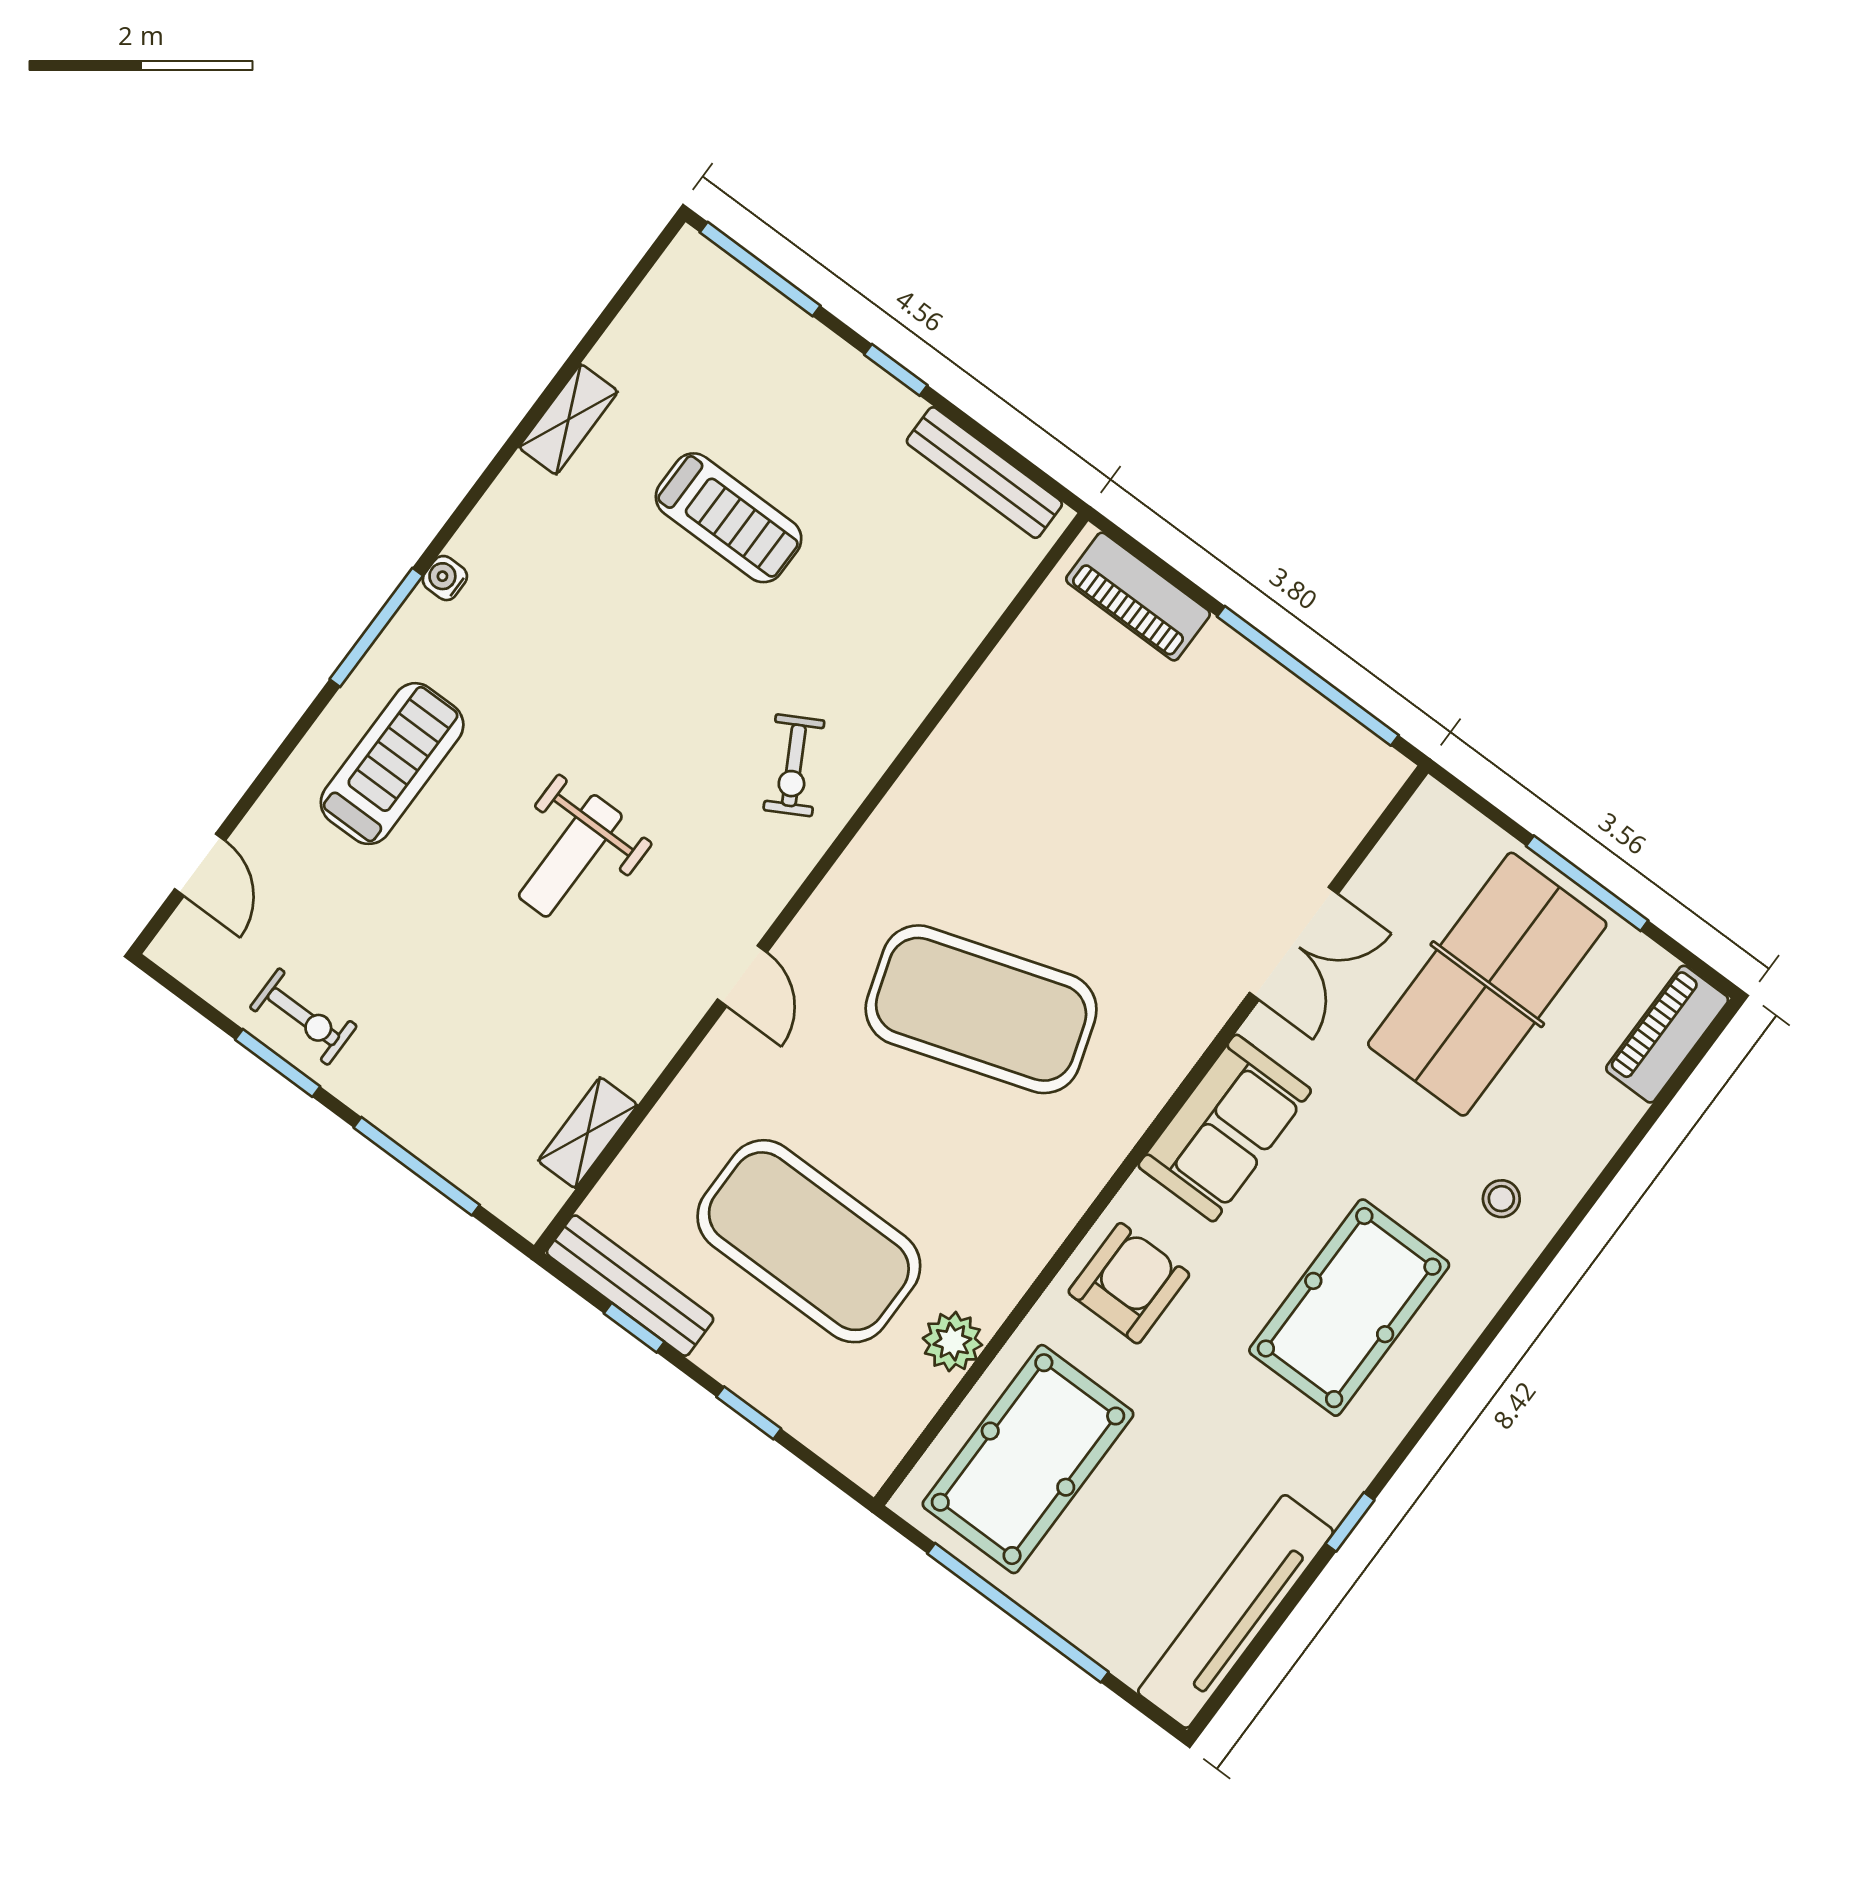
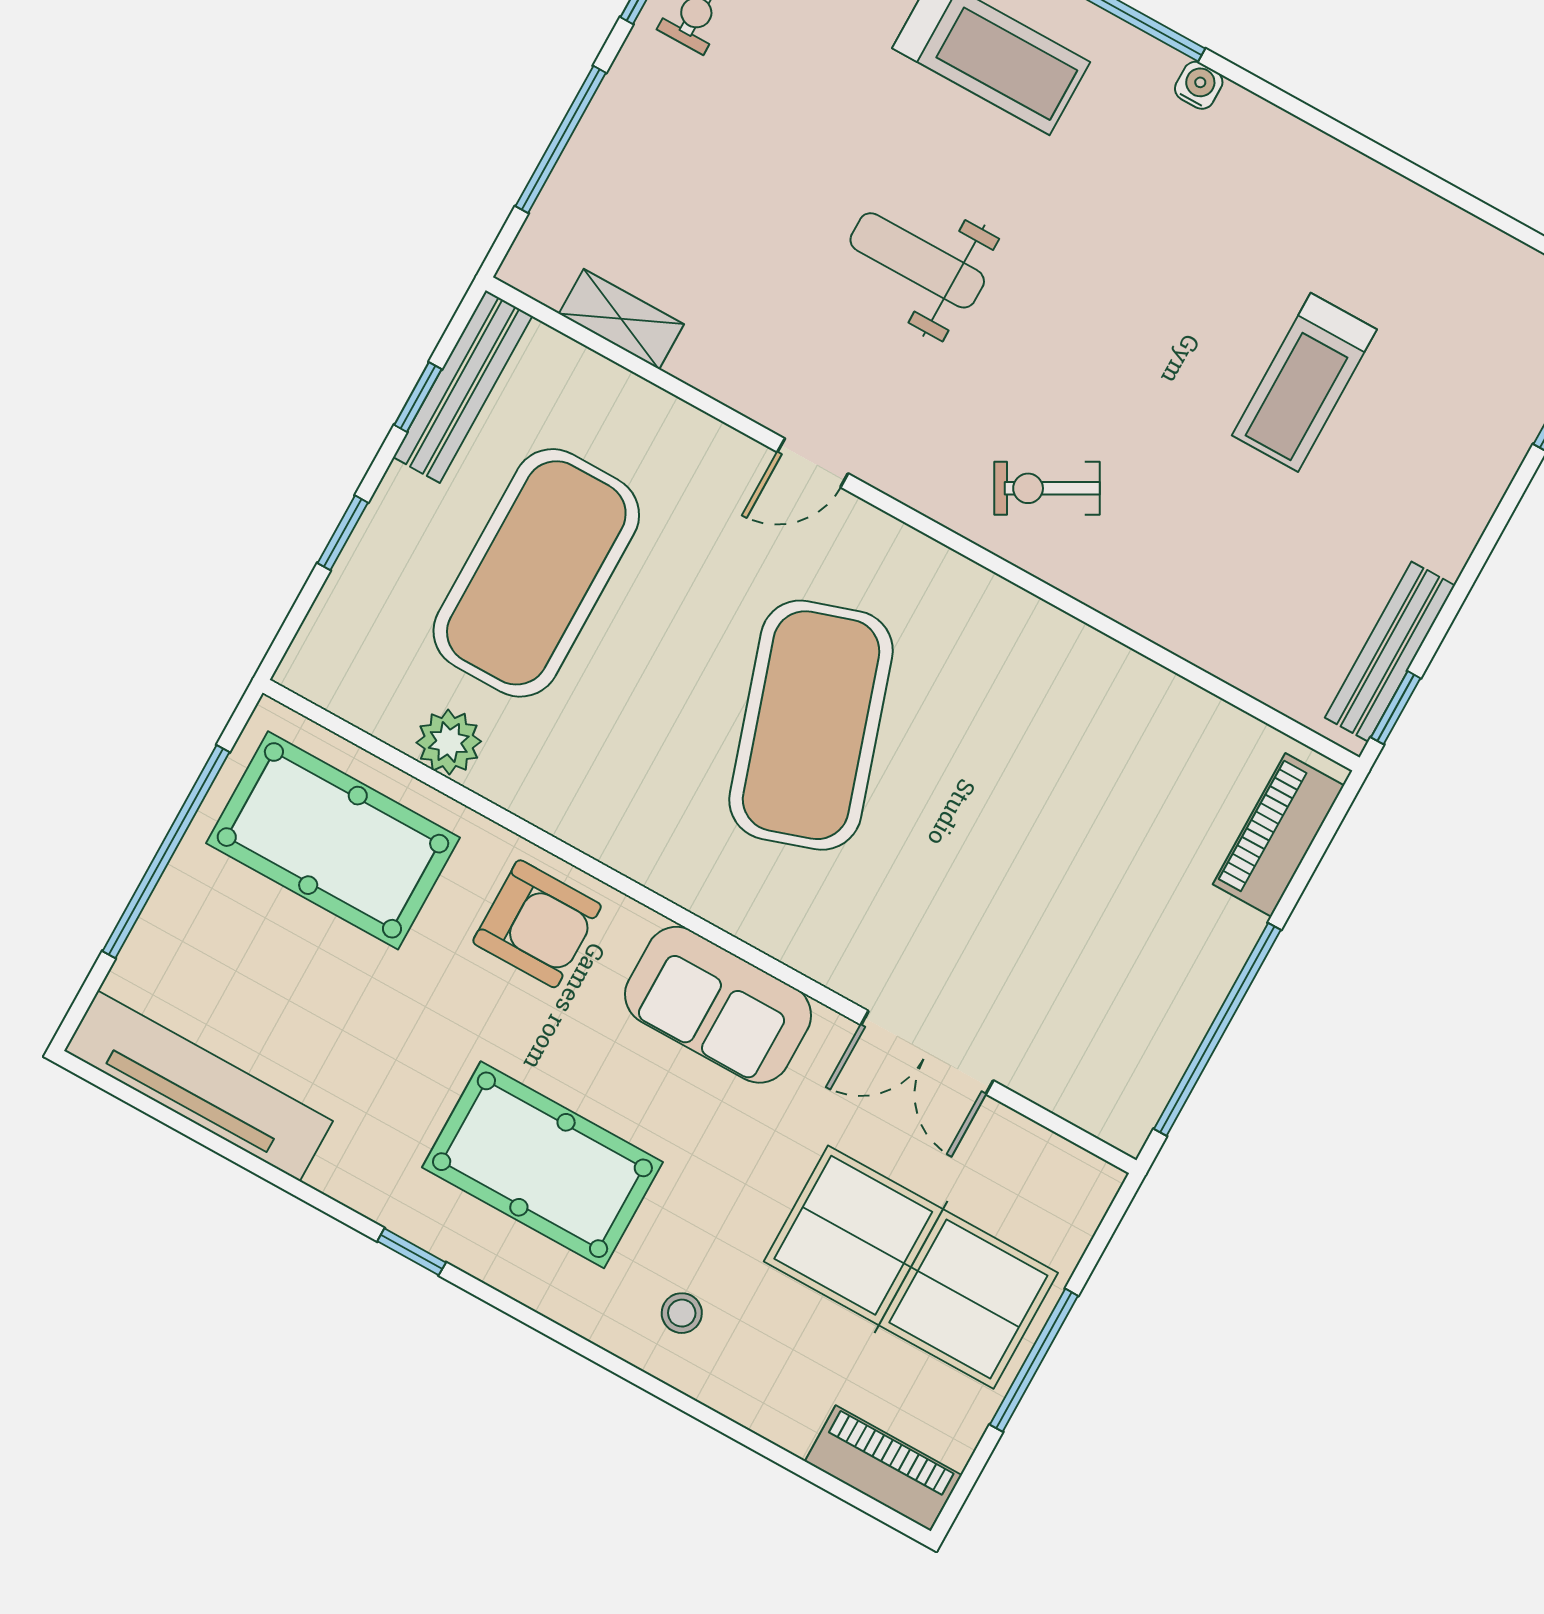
window: (896, 370) -> (1396, 708), moved
shelving: (568, 419) -> (1387, 196), removed
window: (1350, 1522) -> (412, 1252), moved

